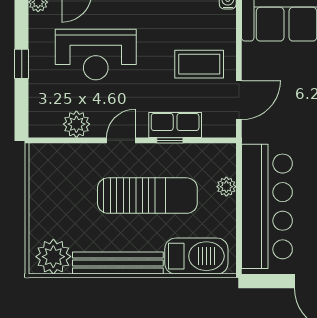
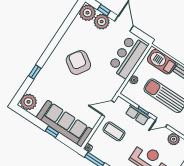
bar counter: (267, 206) -> (128, 57), width x0.73

